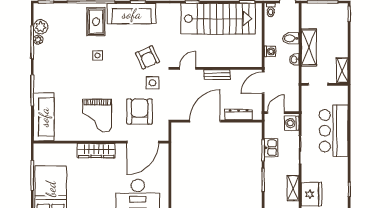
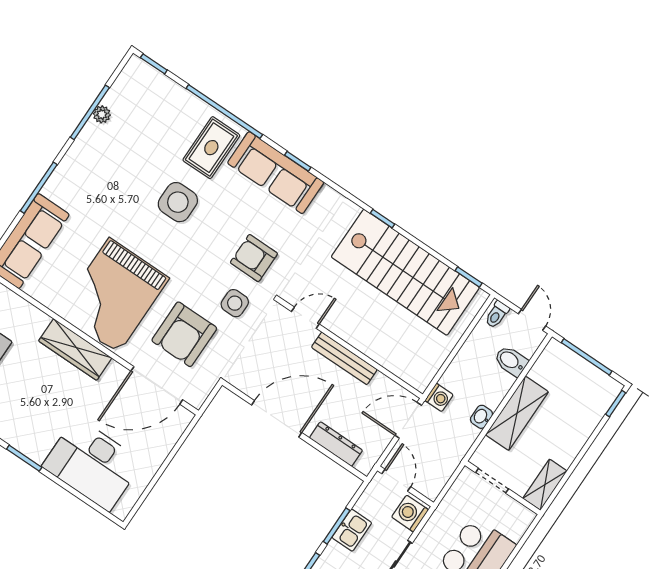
plant: (41, 27) -> (119, 97), removed
bidet: (291, 38) -> (511, 361), moved
washing machine: (270, 51) -> (439, 397), moved
side table: (97, 55) -> (178, 202), width x1.87, depth x1.87
armchair: (147, 57) -> (254, 258), turned 114
bench: (217, 75) -> (344, 358), width x1.36
armchair: (140, 111) -> (184, 334), turned 180
door: (276, 113) -> (396, 480), hinge flipped
grand piano: (97, 115) -> (114, 295), width x1.37, depth x1.48

